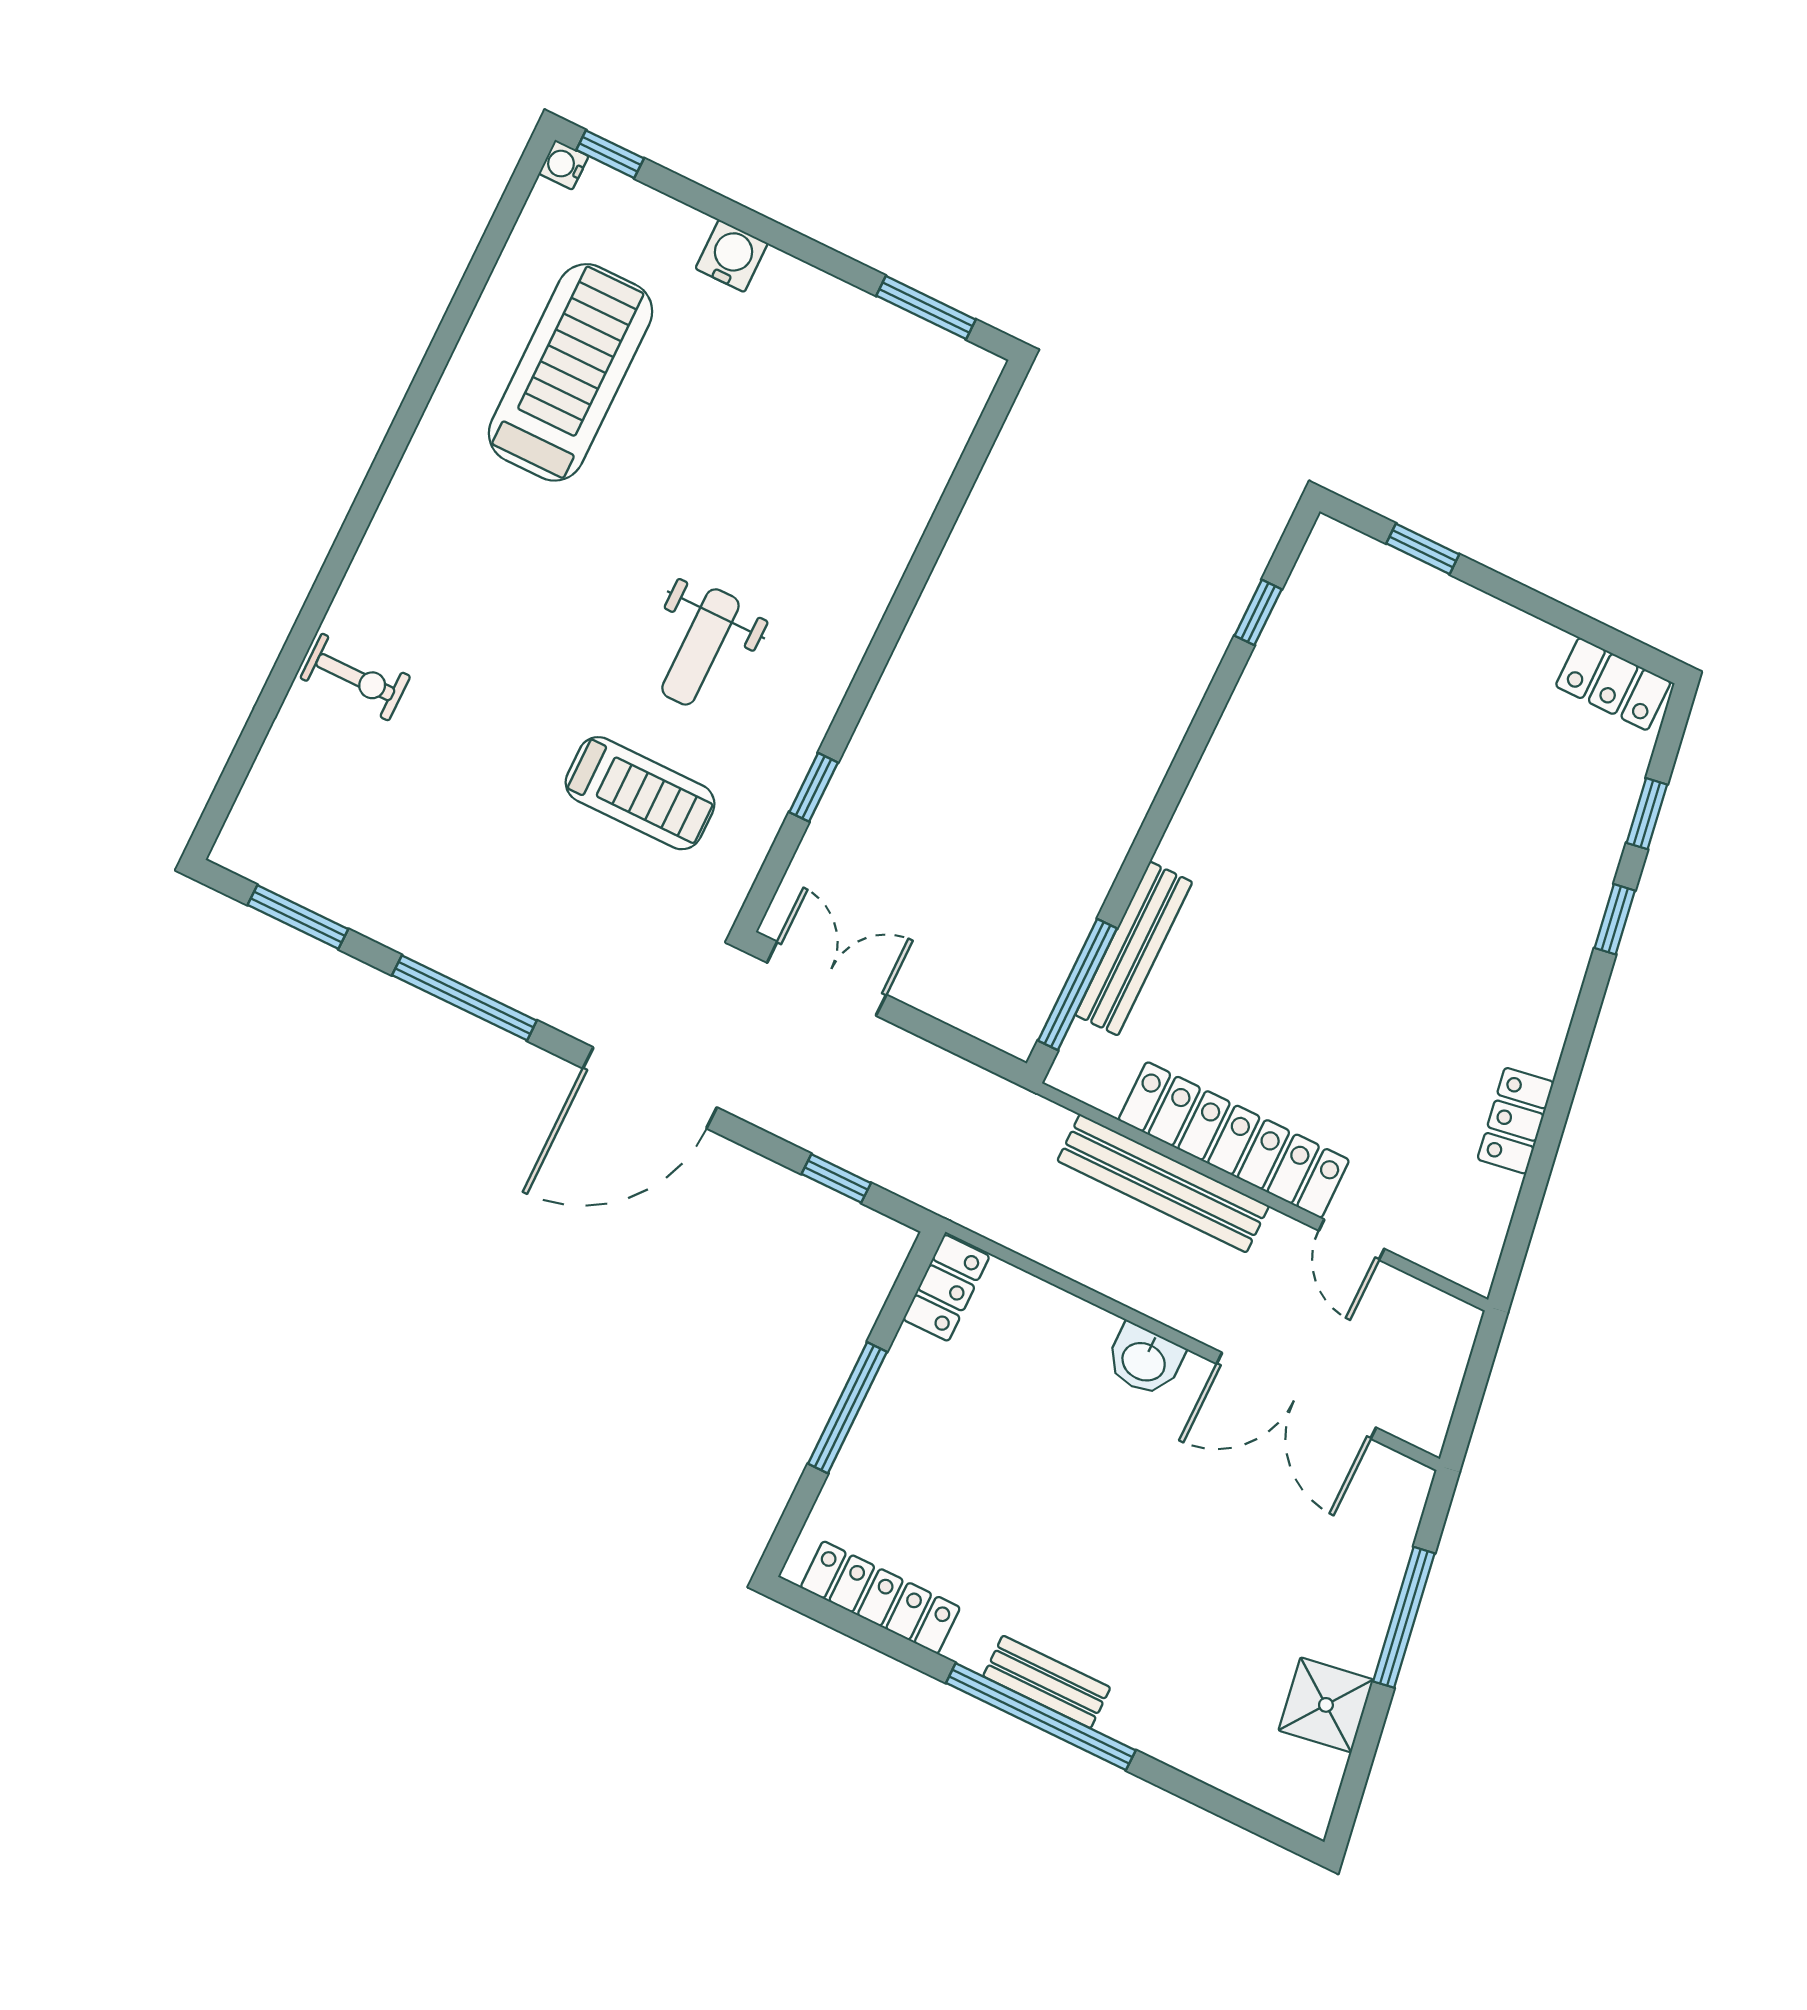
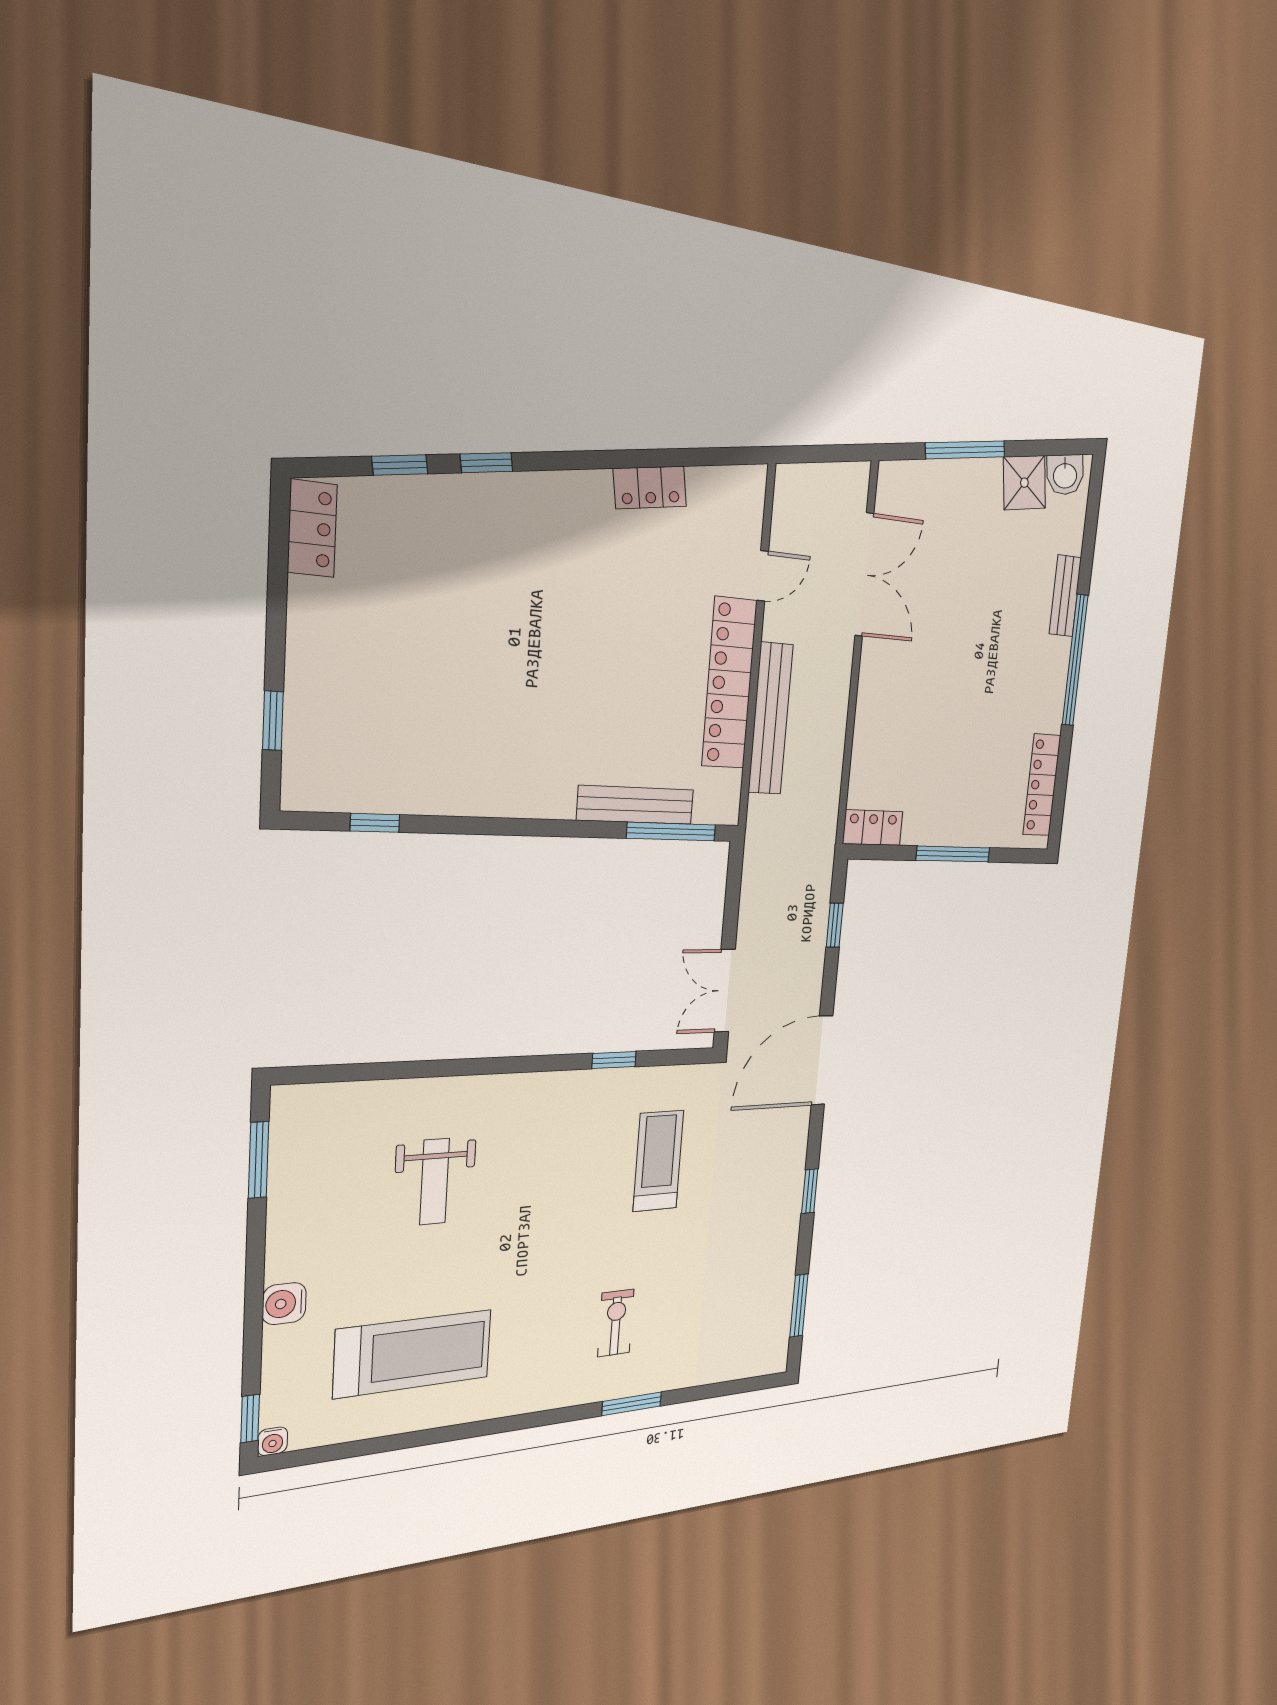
treadmill: (571, 372) -> (413, 1354), turned 180
window: (310, 619) -> (632, 1404), added
weight bench: (700, 647) -> (435, 1182), moved, turned 90
exercise bike: (355, 677) -> (616, 1323), moved
window: (464, 998) -> (810, 1191), width x0.46
door: (650, 1088) -> (822, 1060), swing flipped
washbasin: (1144, 1360) -> (1065, 475), moved, turned 81
bench: (1047, 1682) -> (1065, 596), moved

